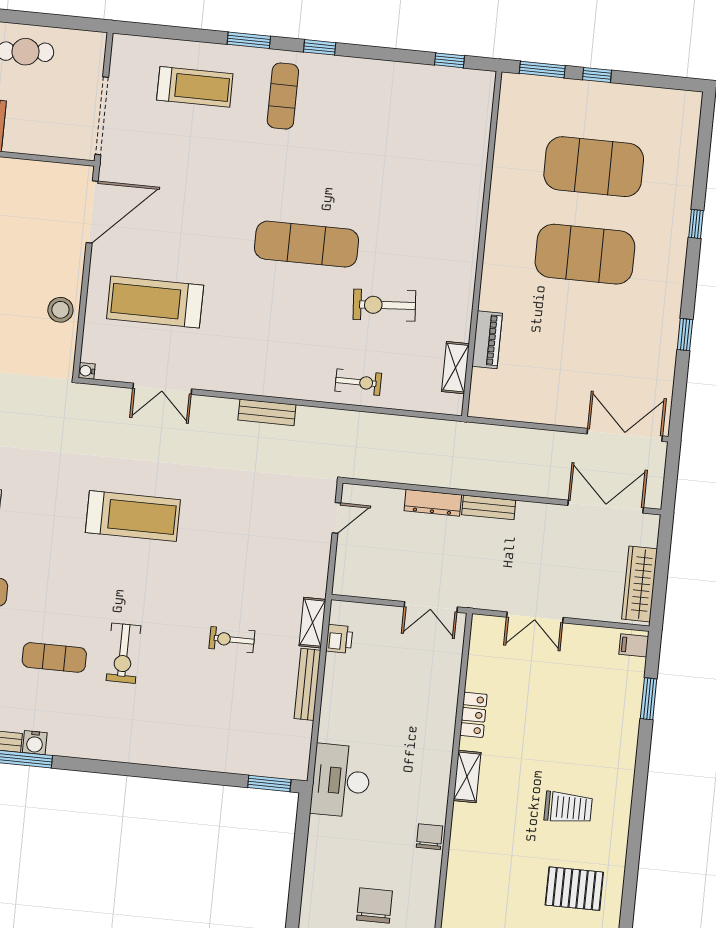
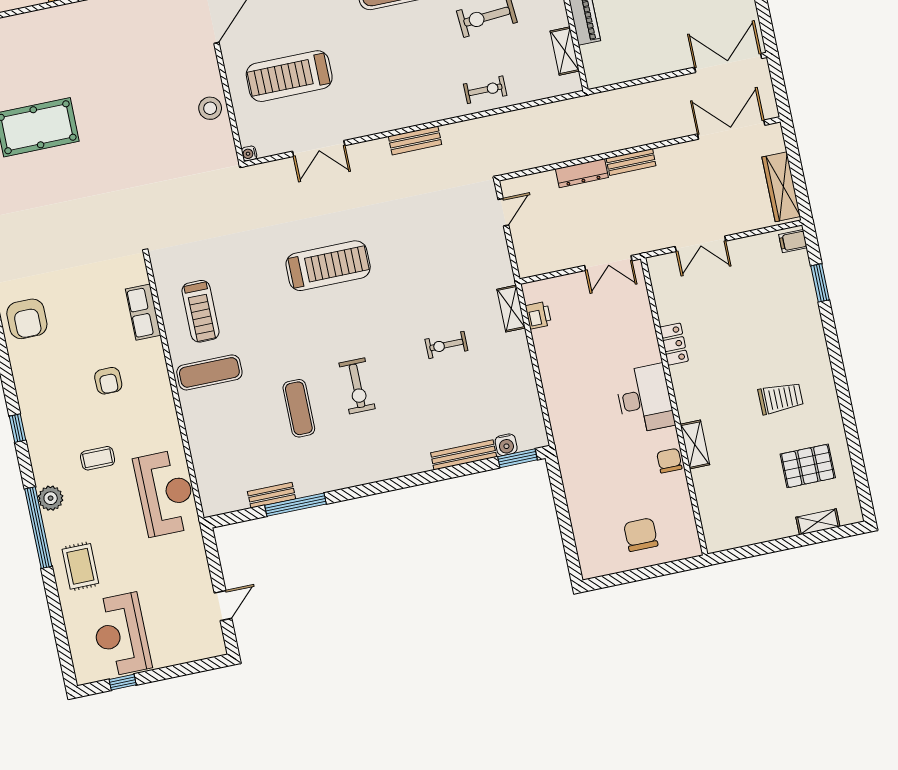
exercise mat: (54, 657) -> (299, 408), turned 90
bench: (307, 684) -> (464, 455), moved, turned 90
water cooler: (35, 743) -> (506, 445), moved
shelving: (467, 777) -> (695, 445), moved
desk: (341, 781) -> (645, 399), moved, turned 180

